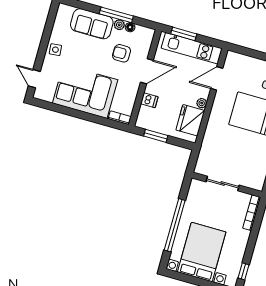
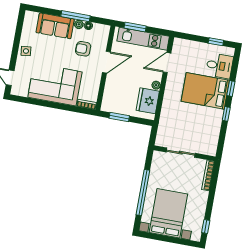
dishwasher: (149, 100) -> (111, 87), removed

